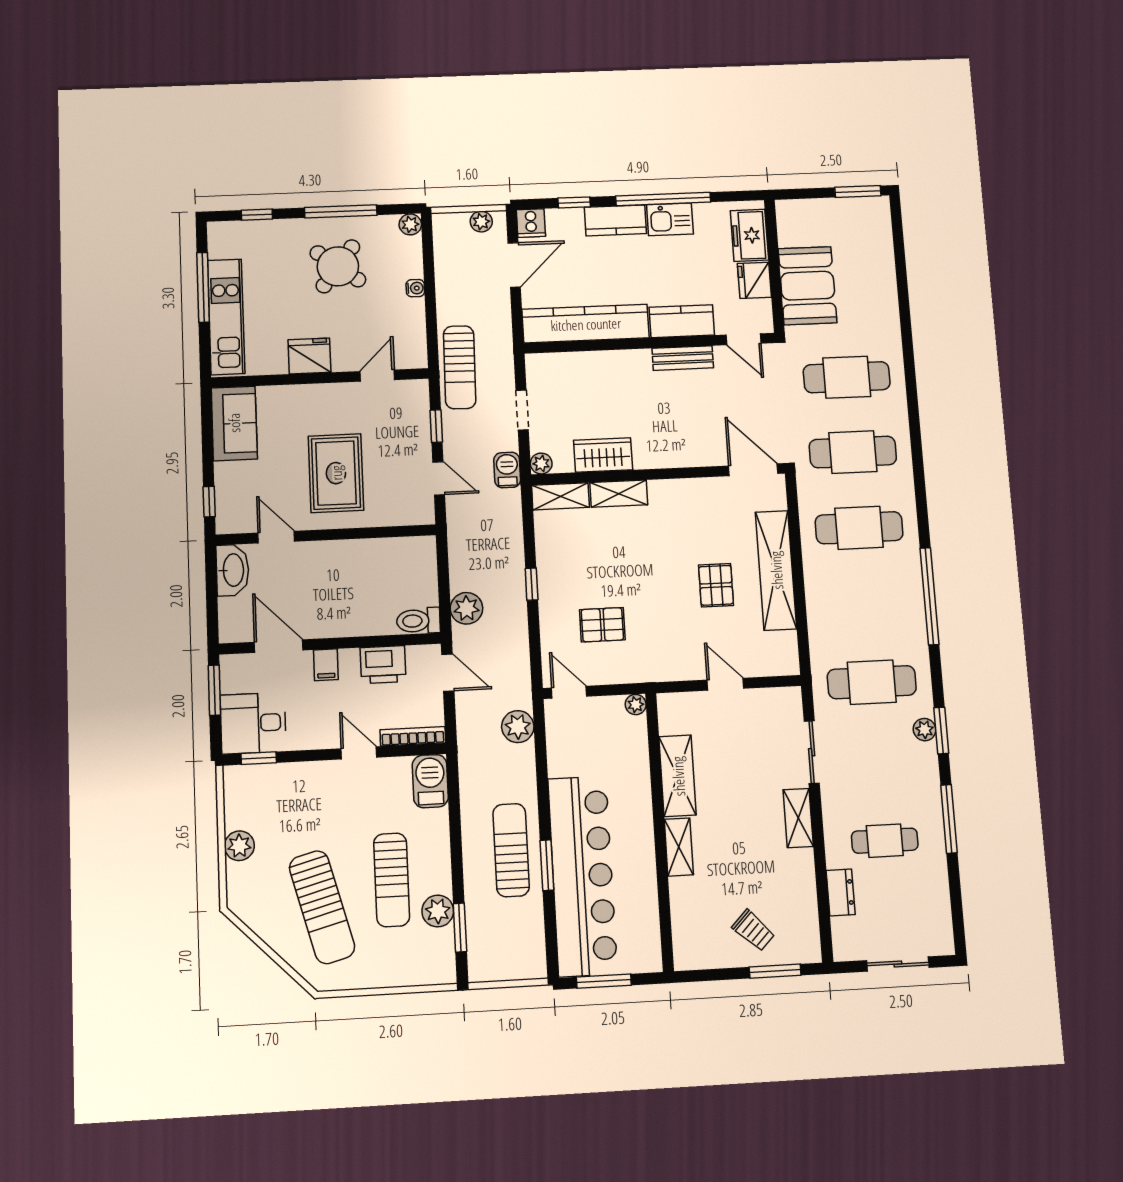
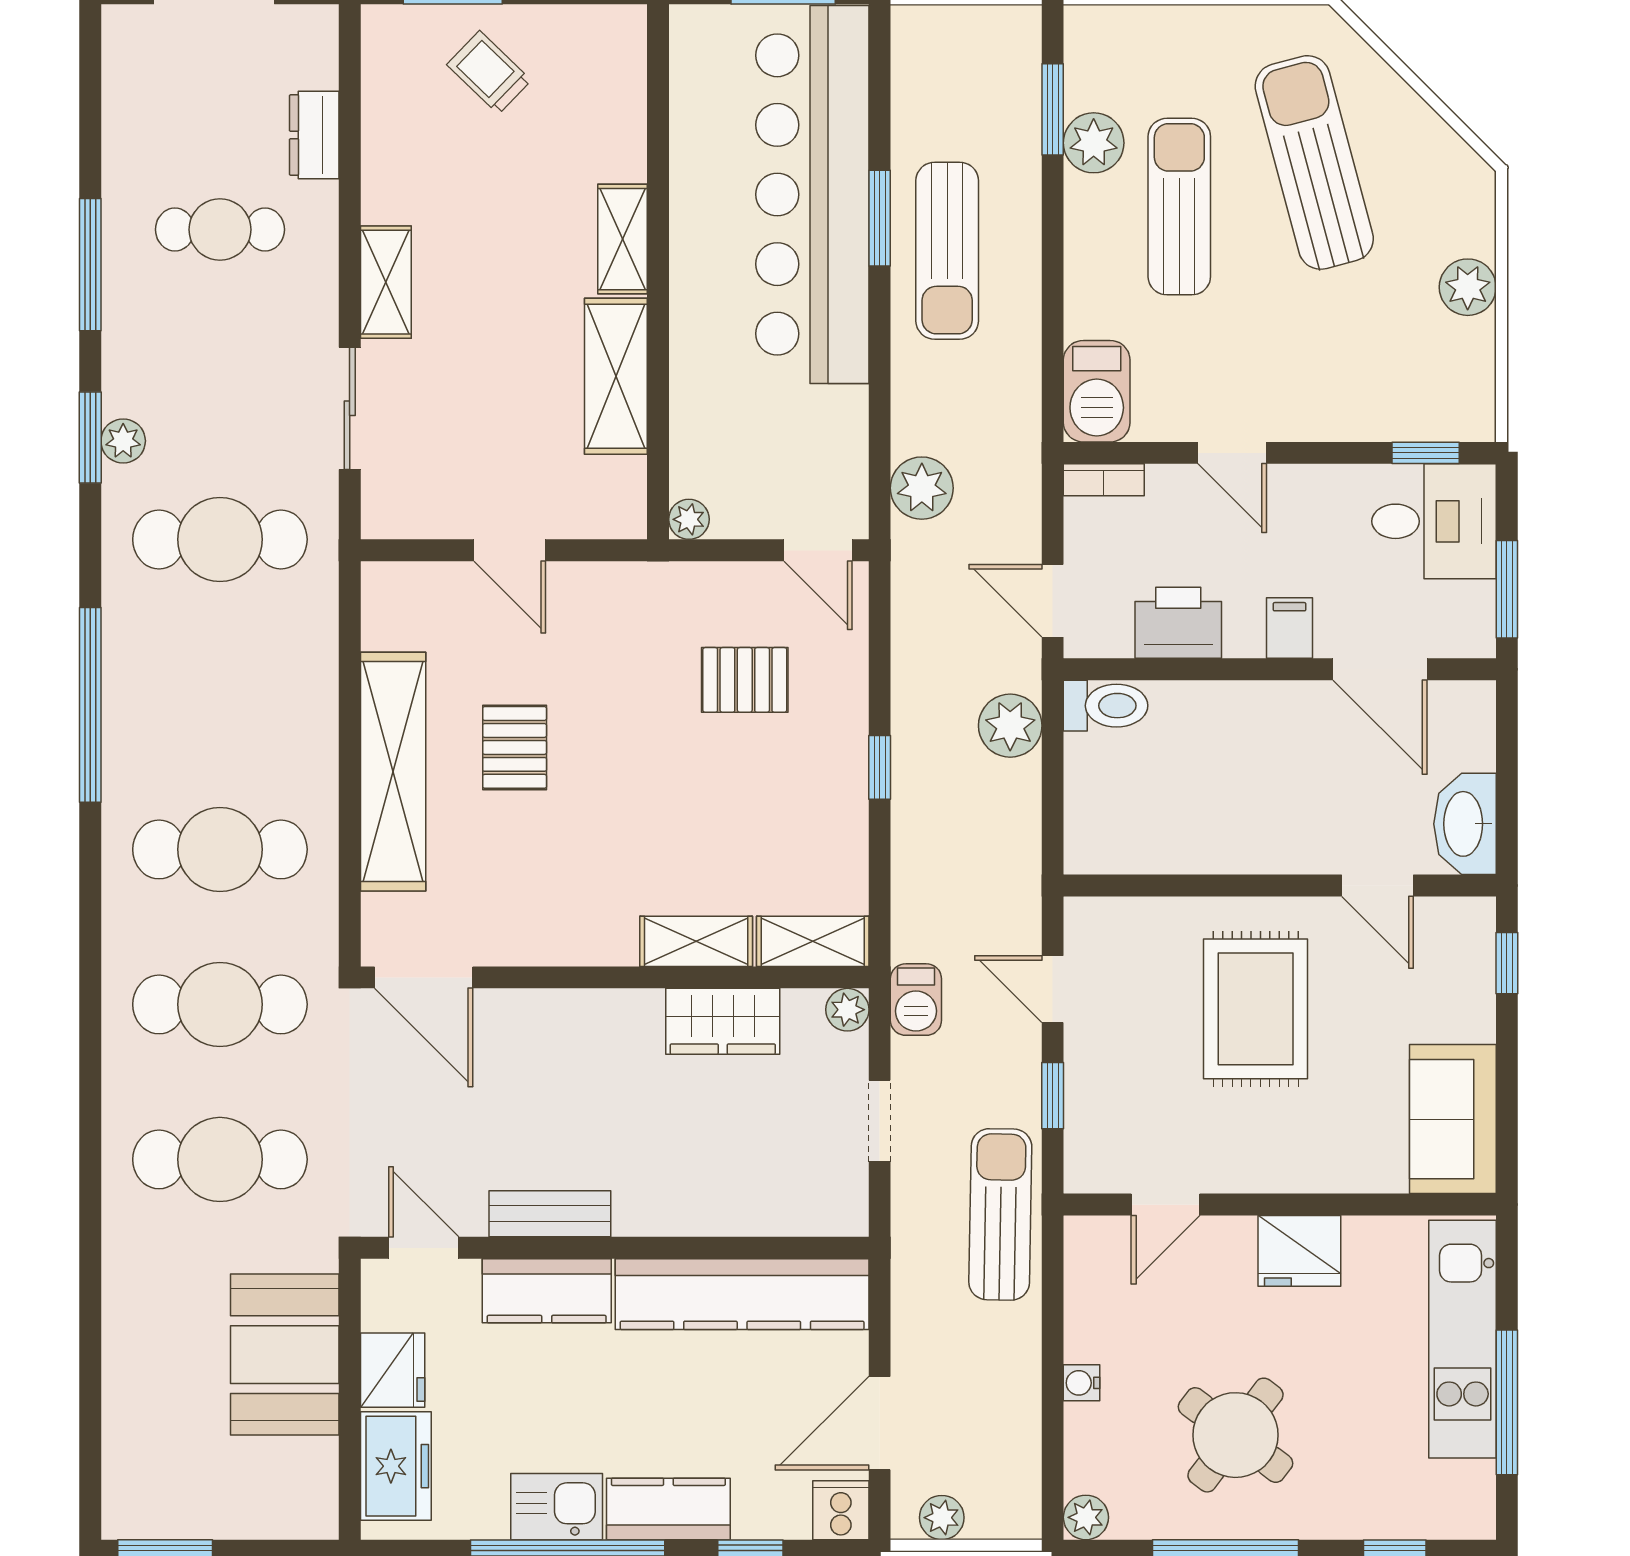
bookcase: (413, 736) -> (1104, 480), width x0.64

